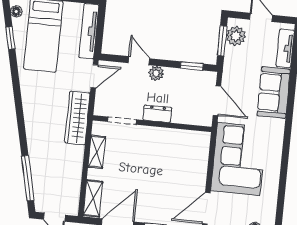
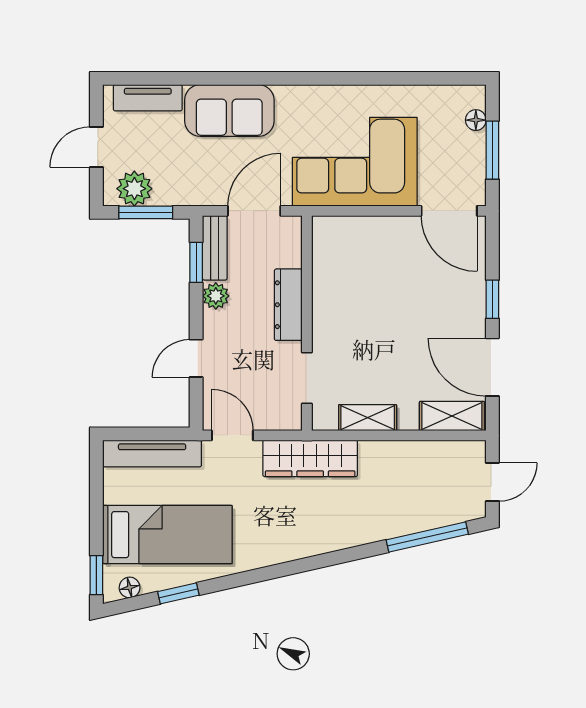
plant: (156, 73) -> (216, 296), moved
bench: (199, 77) -> (215, 248), added
dresser: (157, 114) -> (288, 305), width x1.44

